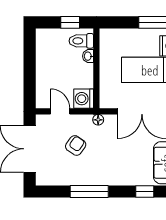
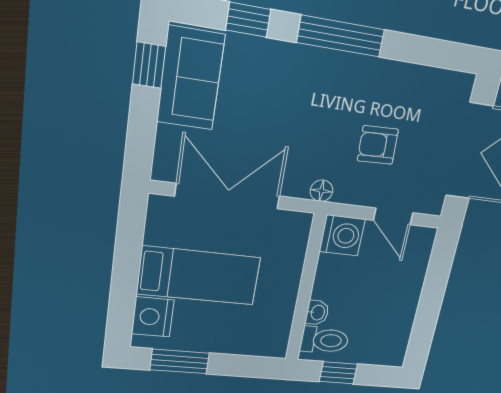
armchair: (76, 145) -> (378, 145), turned 53
window: (89, 192) -> (341, 36), moved

